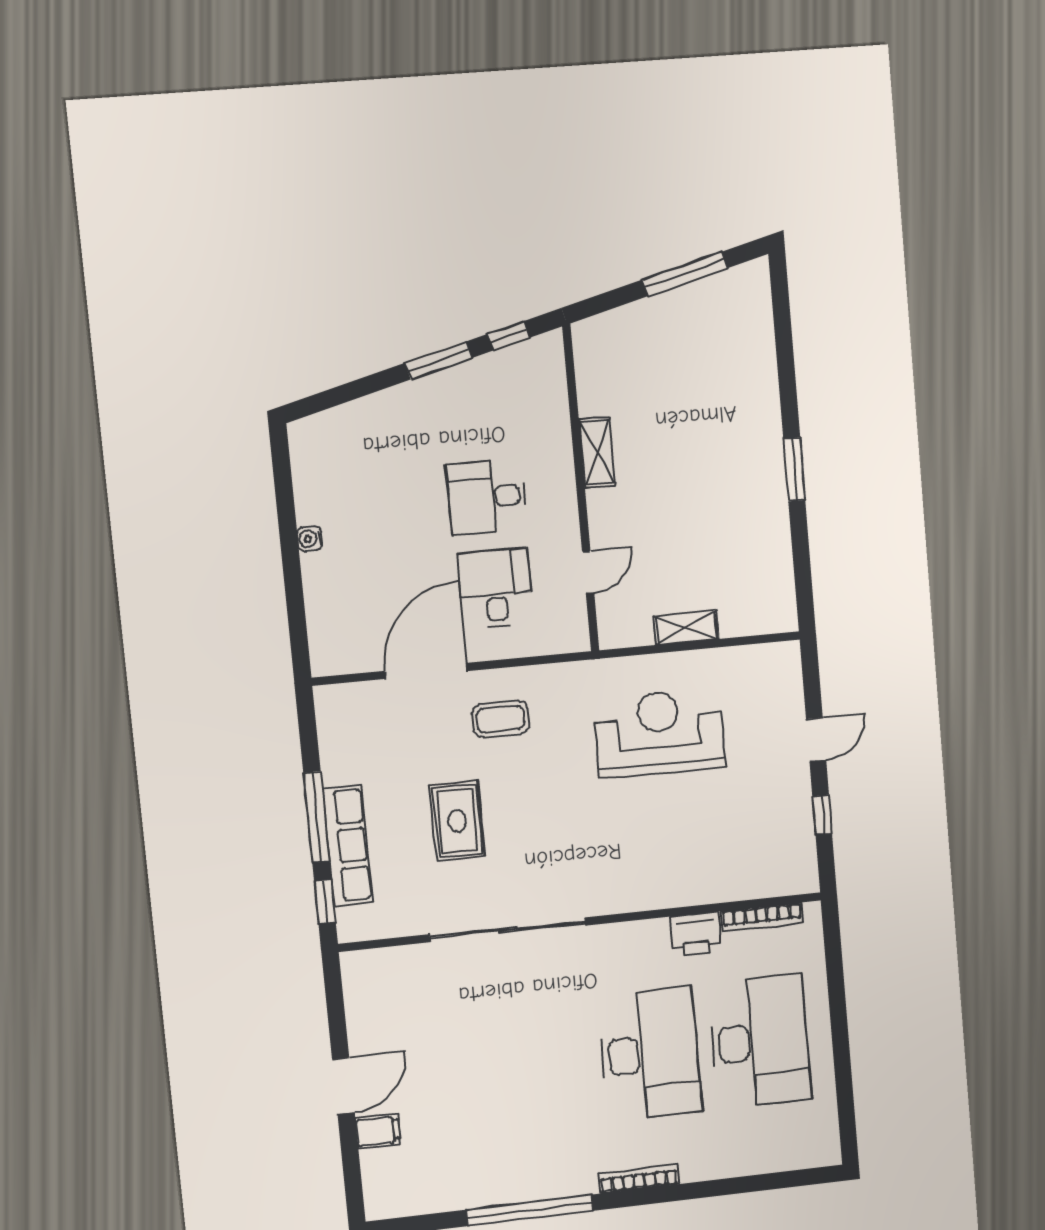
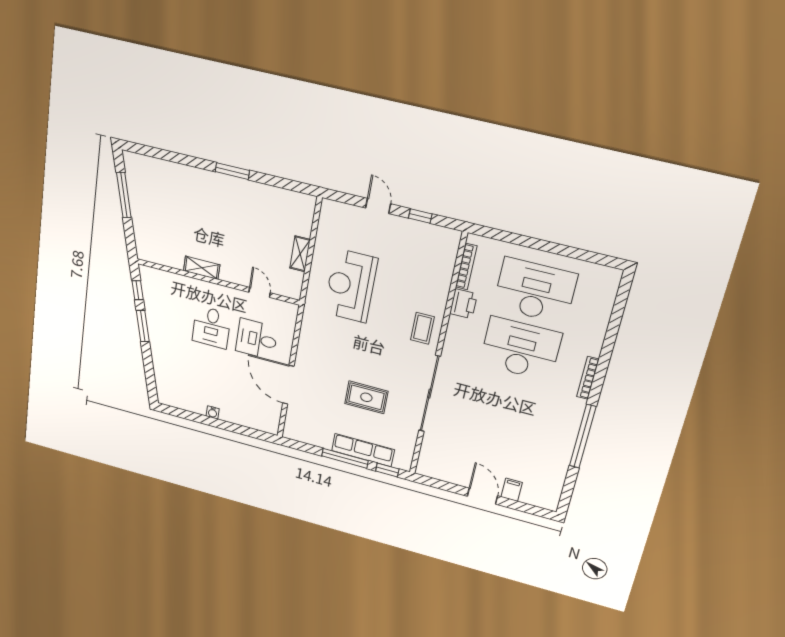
coffee table: (501, 719) -> (422, 328), moved

